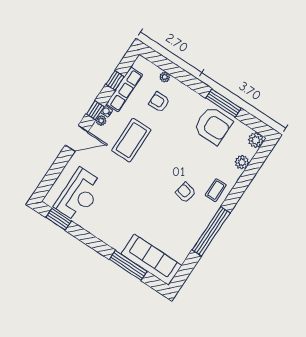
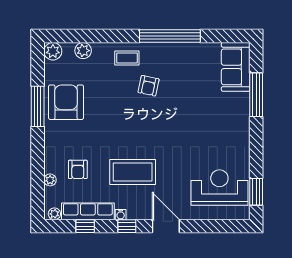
plant: (101, 121) -> (54, 214), moved
sofa: (151, 260) -> (236, 67), width x0.73

